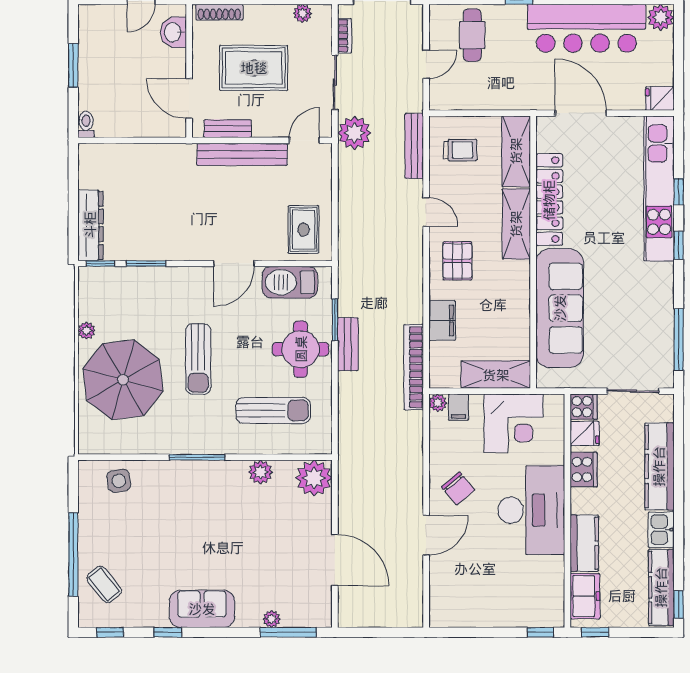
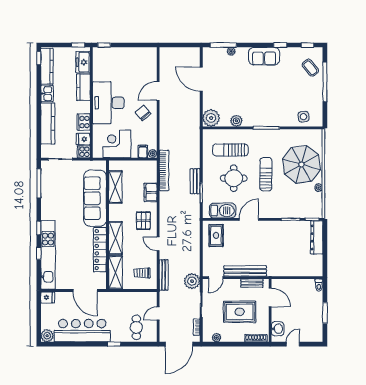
round table: (301, 349) -> (234, 178), moved
shelving: (496, 375) -> (115, 187), moved, turned 90

